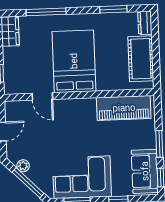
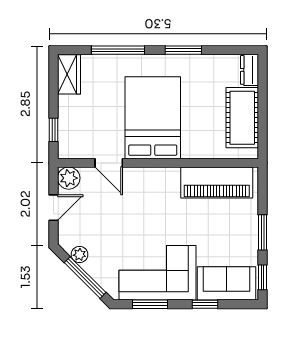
window: (113, 9) -> (183, 50), moved
plant: (13, 109) -> (69, 178), added
sofa: (145, 171) -> (226, 283), moved, turned 90

